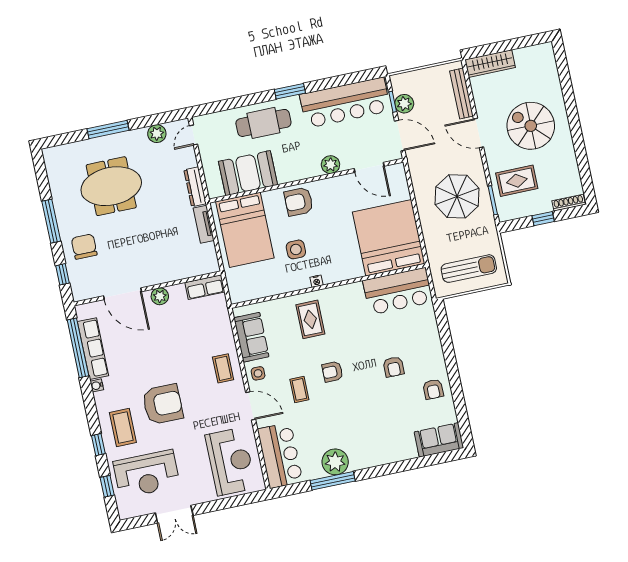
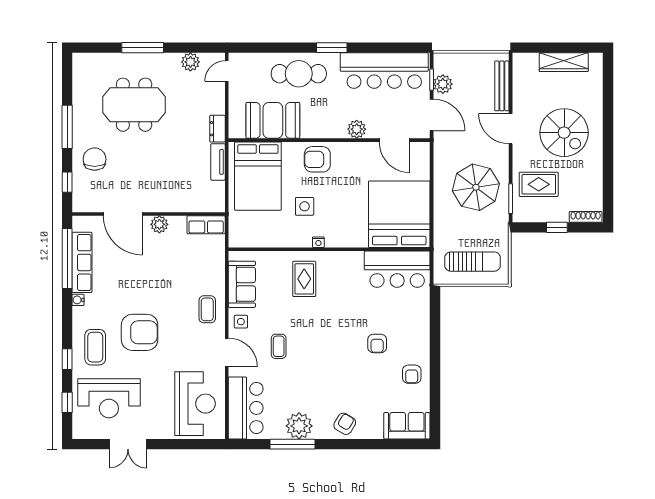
wardrobe: (490, 64) -> (564, 62), moved
spiral stairs: (531, 126) -> (564, 133), turned 180
dresser: (195, 187) -> (217, 129), width x0.70
armchair: (332, 372) -> (345, 424), moved, turned 121

